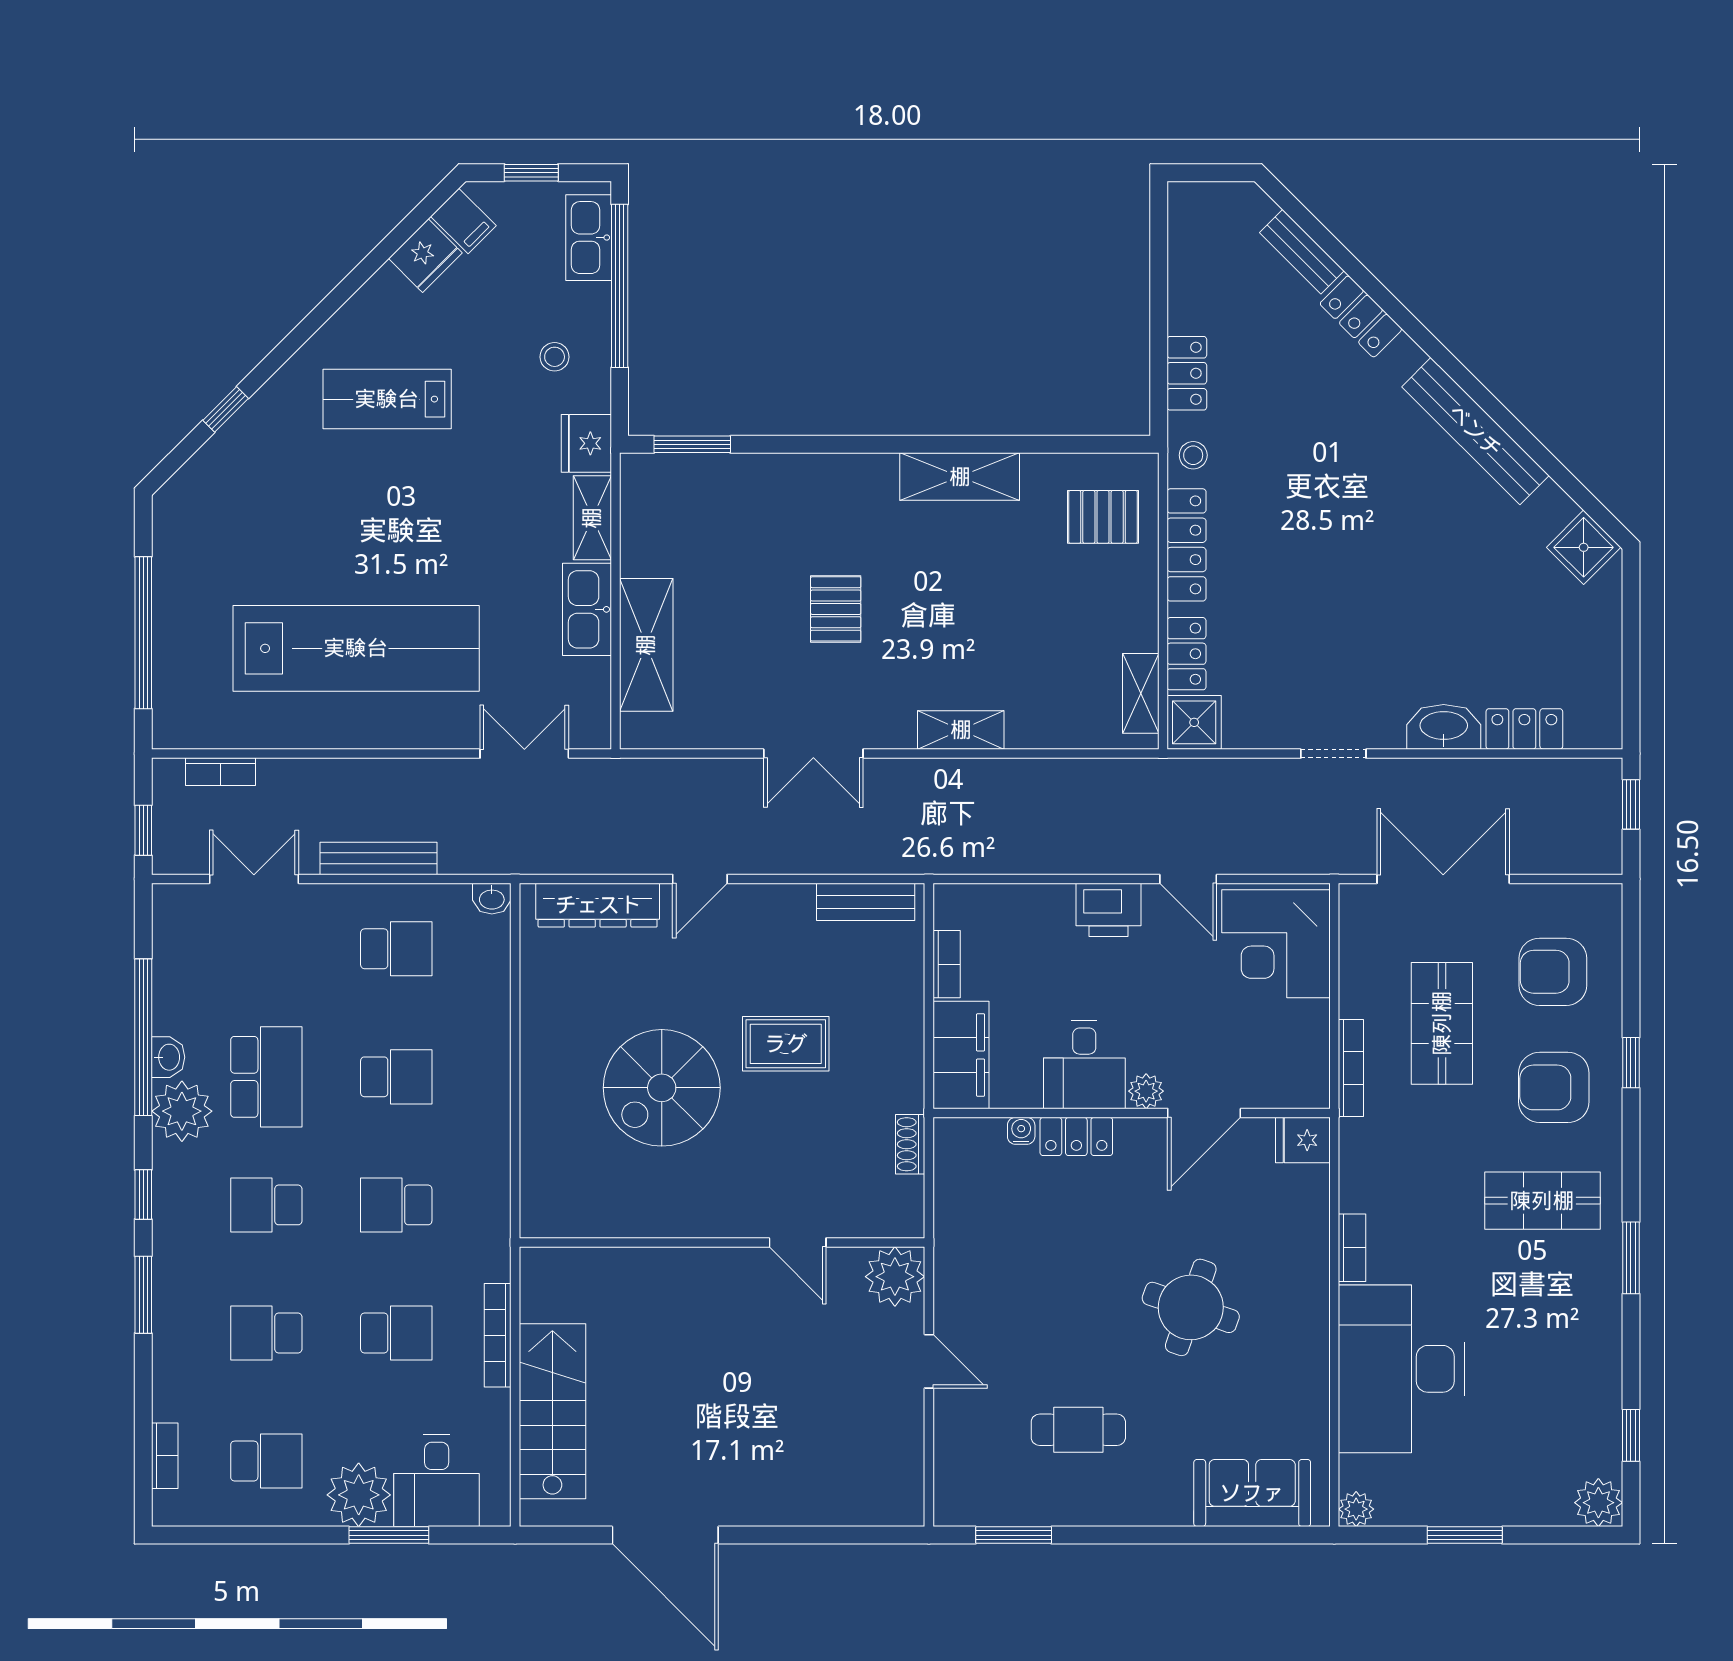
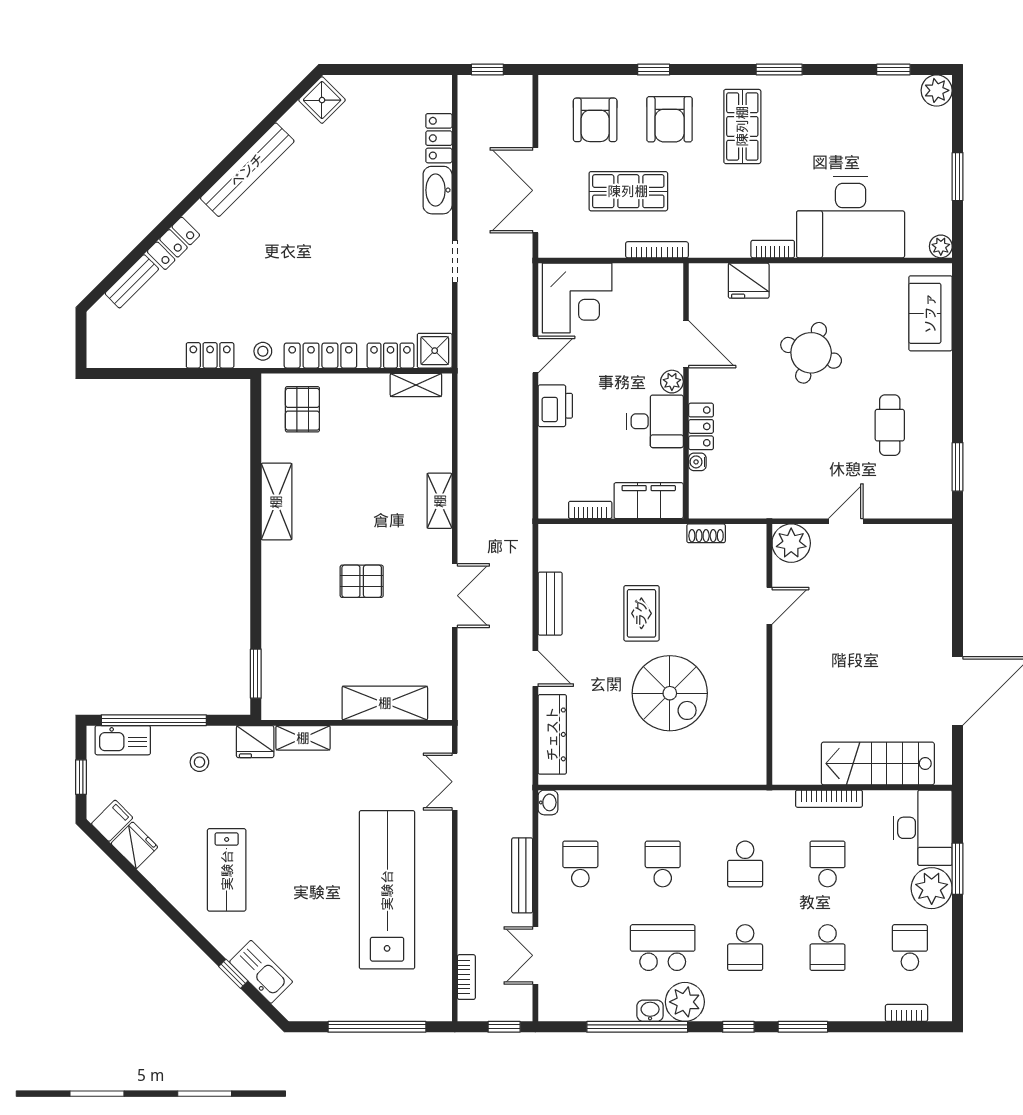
kitchen sink: (587, 609) -> (261, 972), moved, turned -135
bench: (866, 902) -> (550, 604), moved
fridge: (1303, 1140) -> (749, 281), moved, width x1.38
desk: (437, 1481) -> (923, 828), width x1.37

